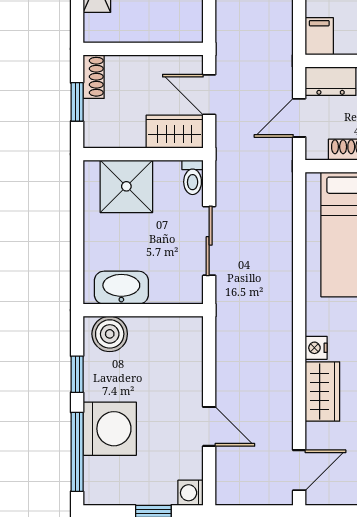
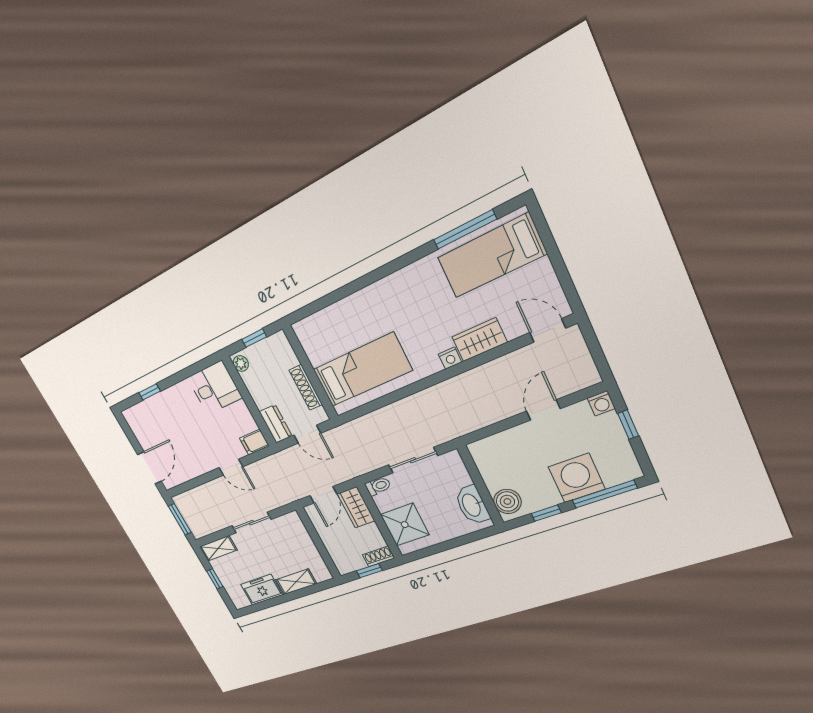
shoe rack: (94, 77) -> (378, 556), moved

